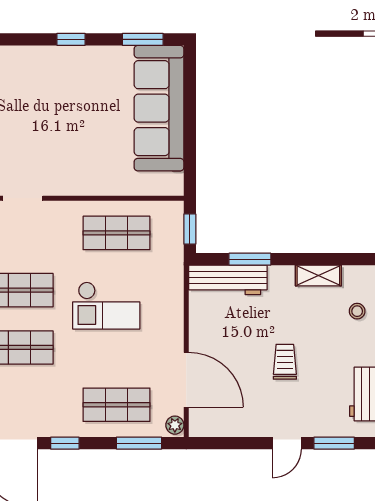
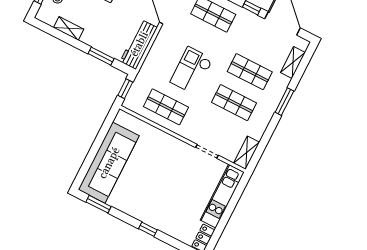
window: (71, 39) -> (148, 229), moved
workbench: (228, 280) -> (139, 44), moved, turned -90
checkout: (106, 306) -> (191, 70), turned -90

